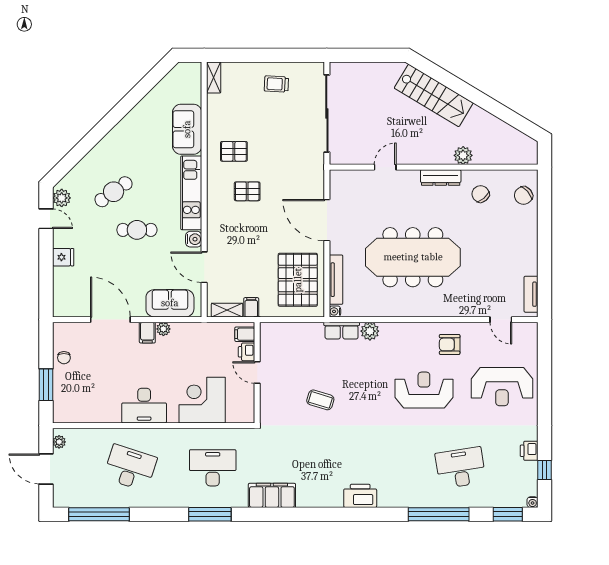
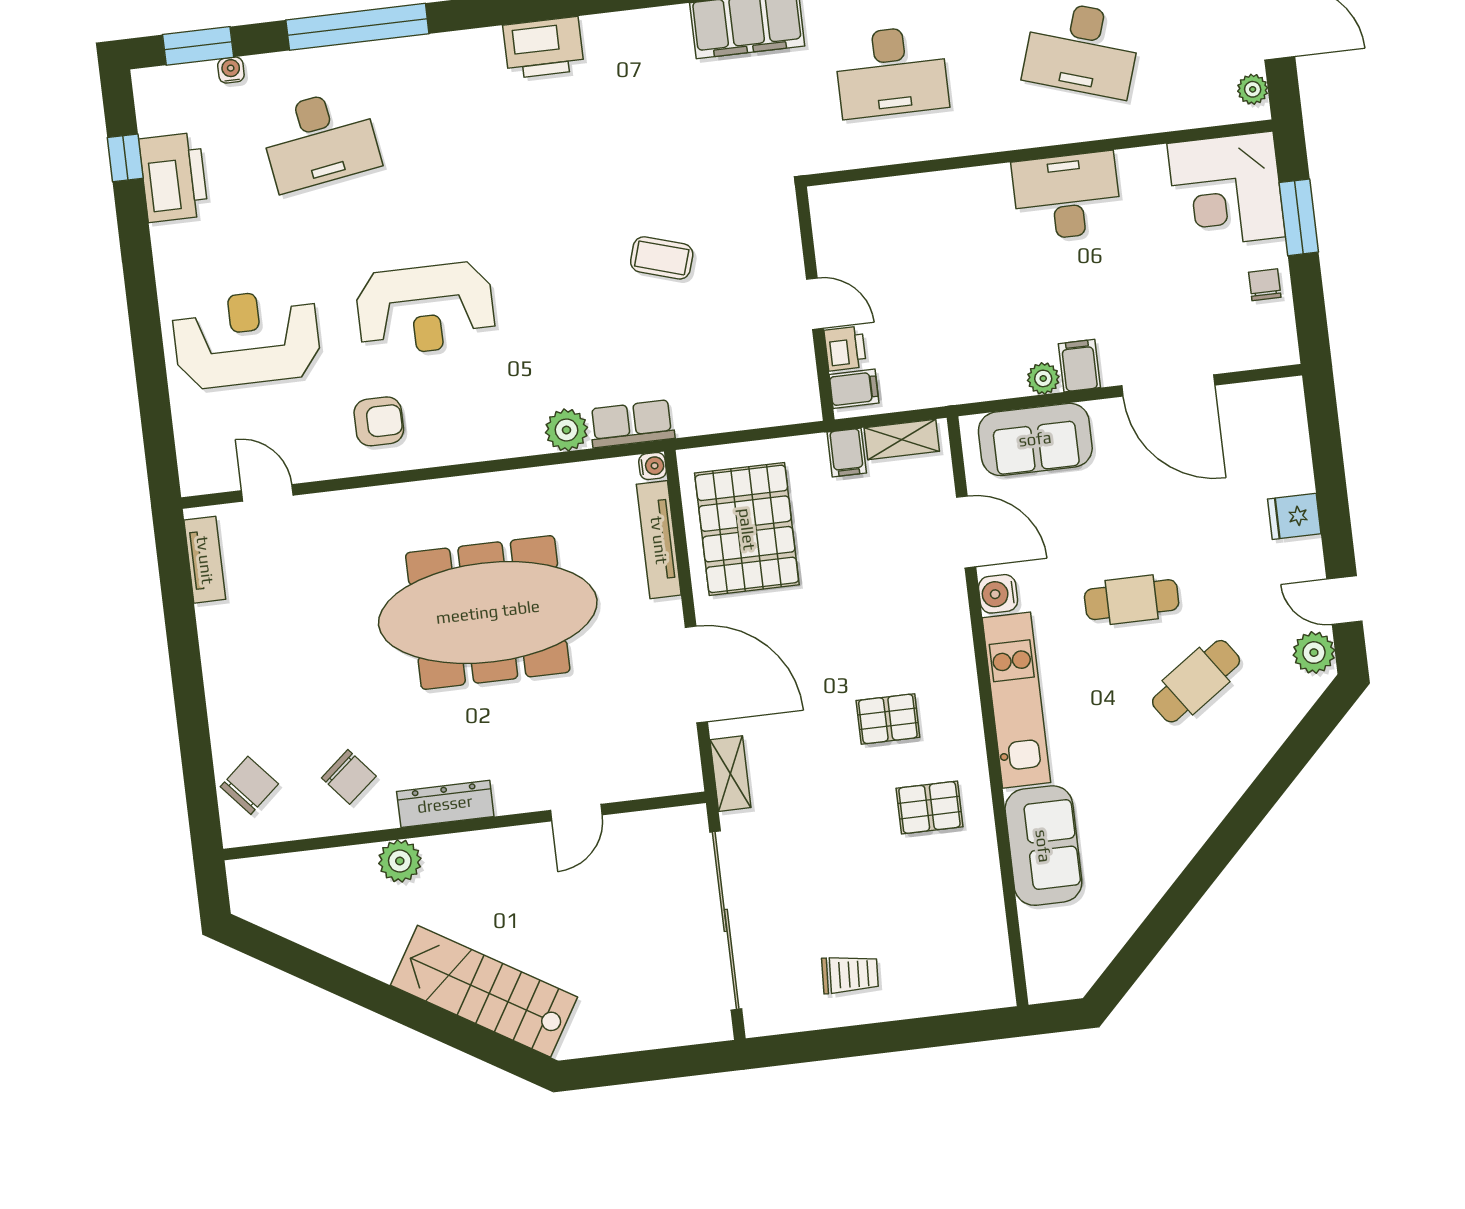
shelving: (214, 78) -> (730, 774), moved
corner desk: (202, 400) -> (1226, 190), moved, turned 90
printer: (529, 451) -> (174, 177), width x1.87, depth x1.48
water cooler: (533, 502) -> (231, 70), moved

